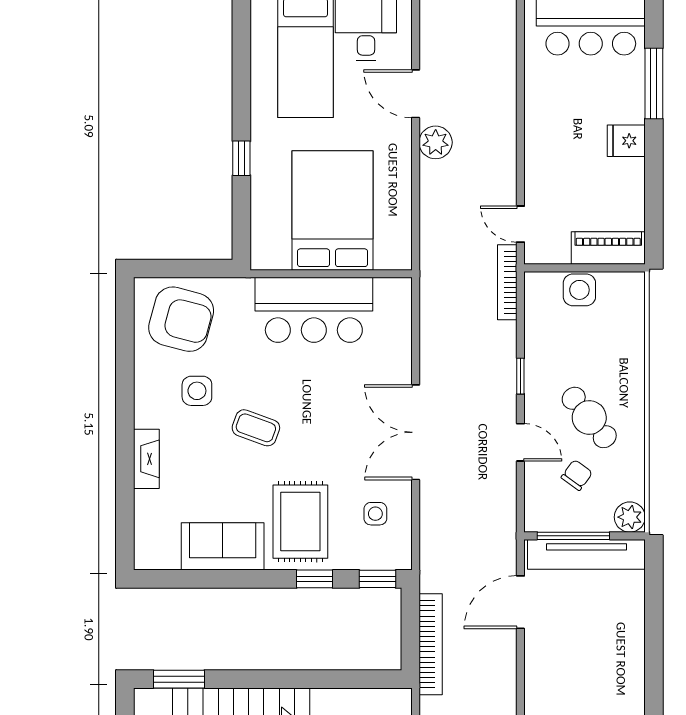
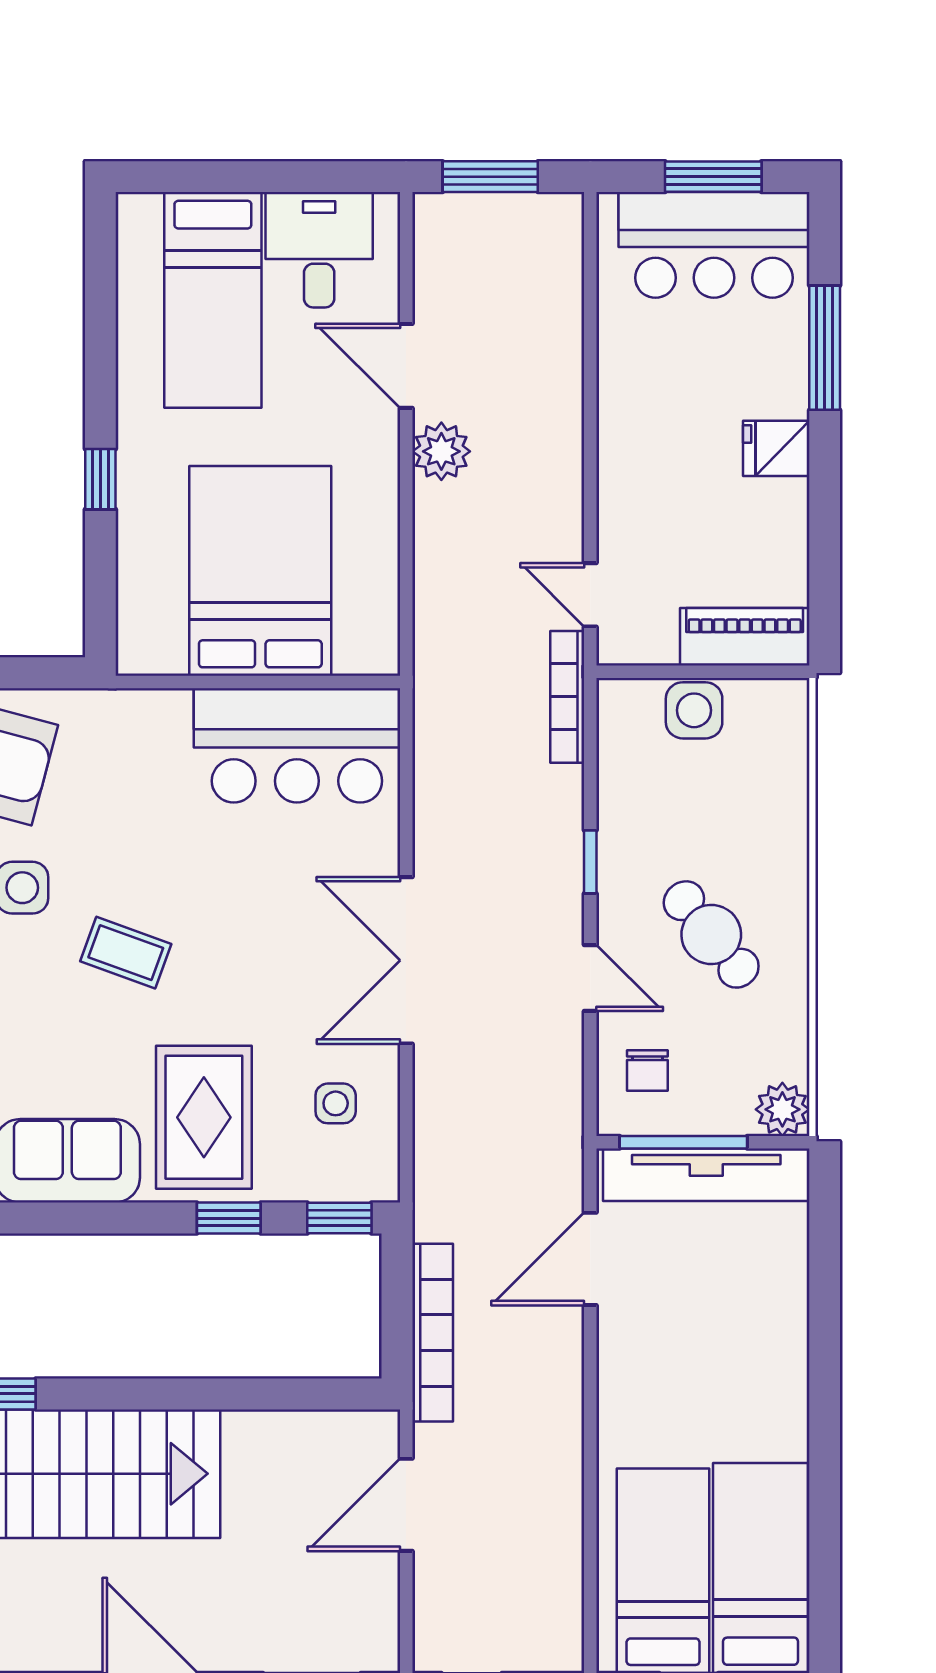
bar counter: (314, 310) -> (297, 745), moved
chair: (577, 475) -> (647, 1071), moved, turned 144

